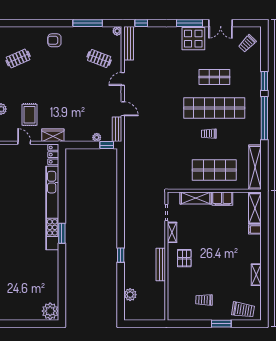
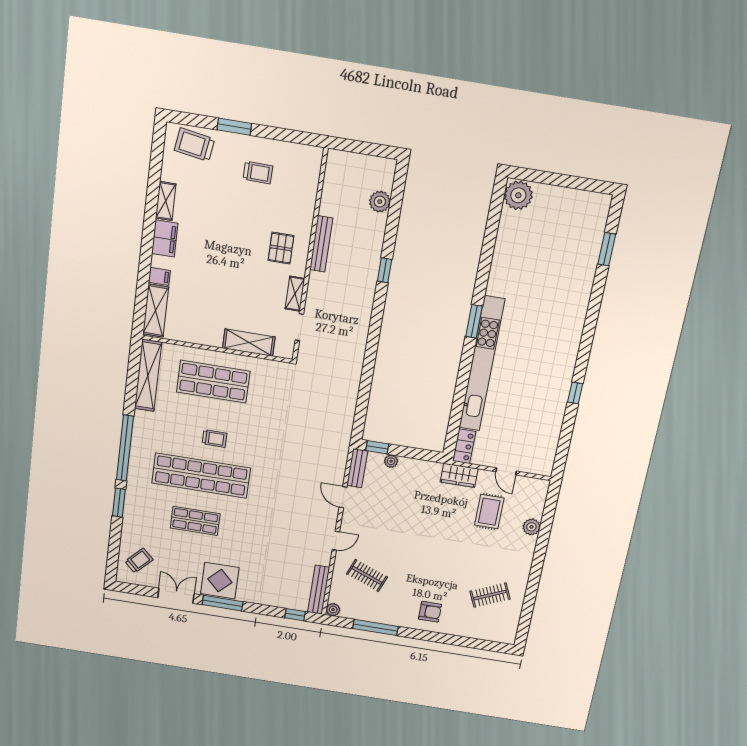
filing cabinet: (222, 199) -> (165, 238), moved, turned 90

